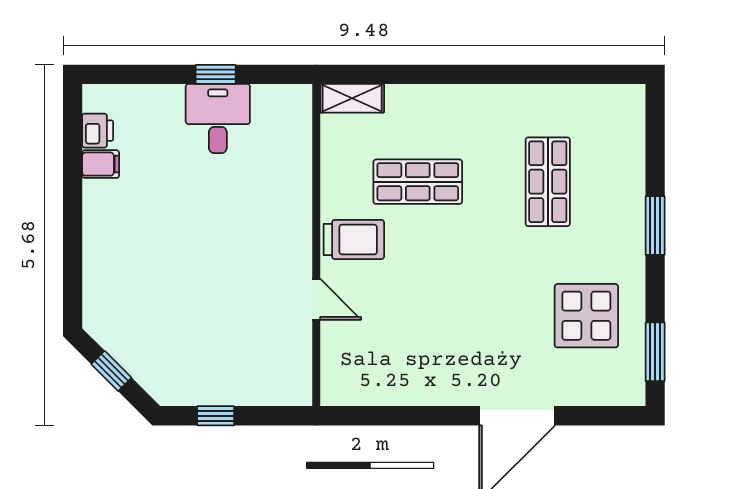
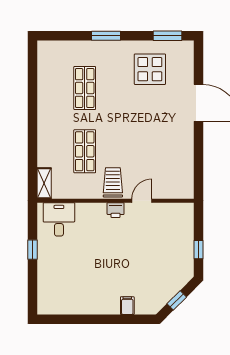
desk: (218, 119) -> (59, 219), moved, turned 90
printer: (98, 131) -> (116, 210), moved, turned 180
filing cabinet: (101, 164) -> (127, 306), moved
shop shelf: (548, 182) -> (85, 88), turned 90

